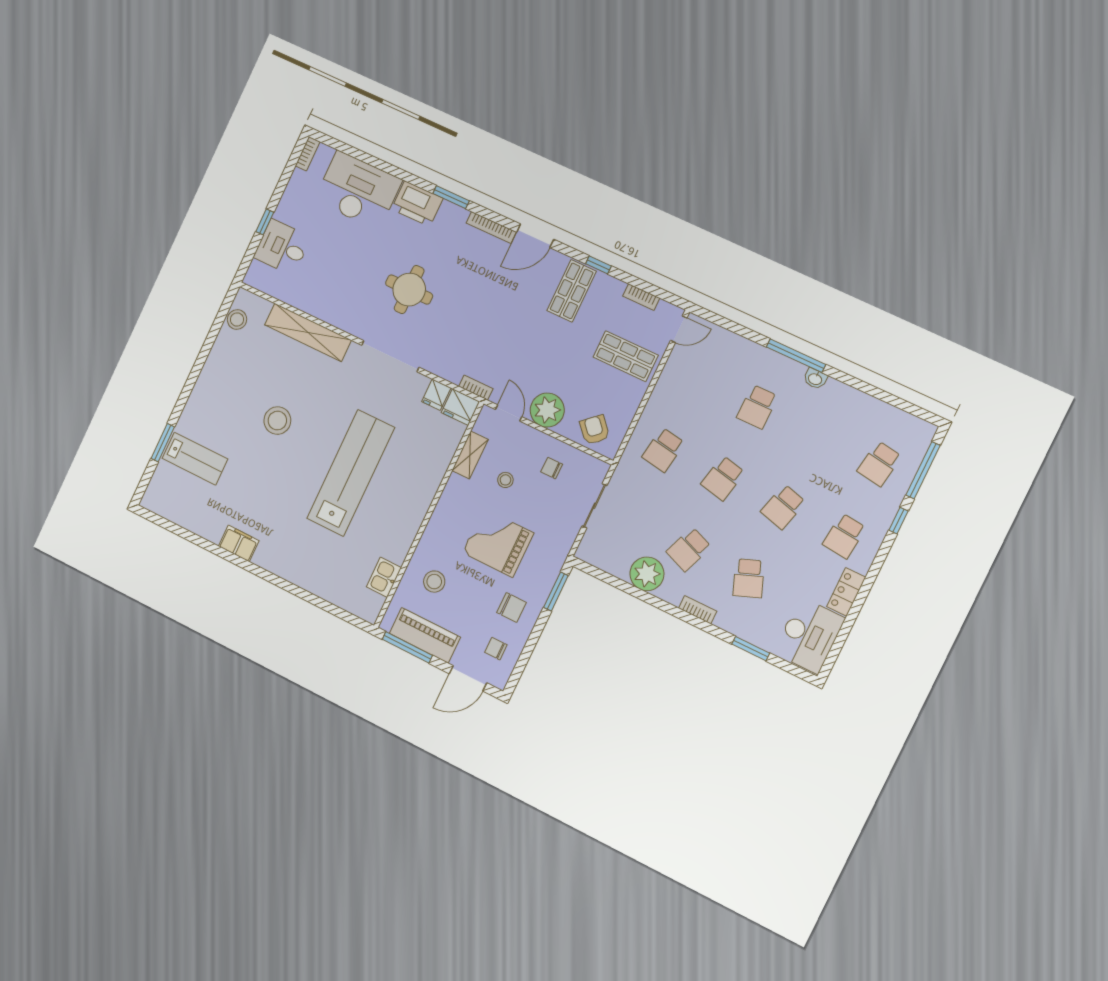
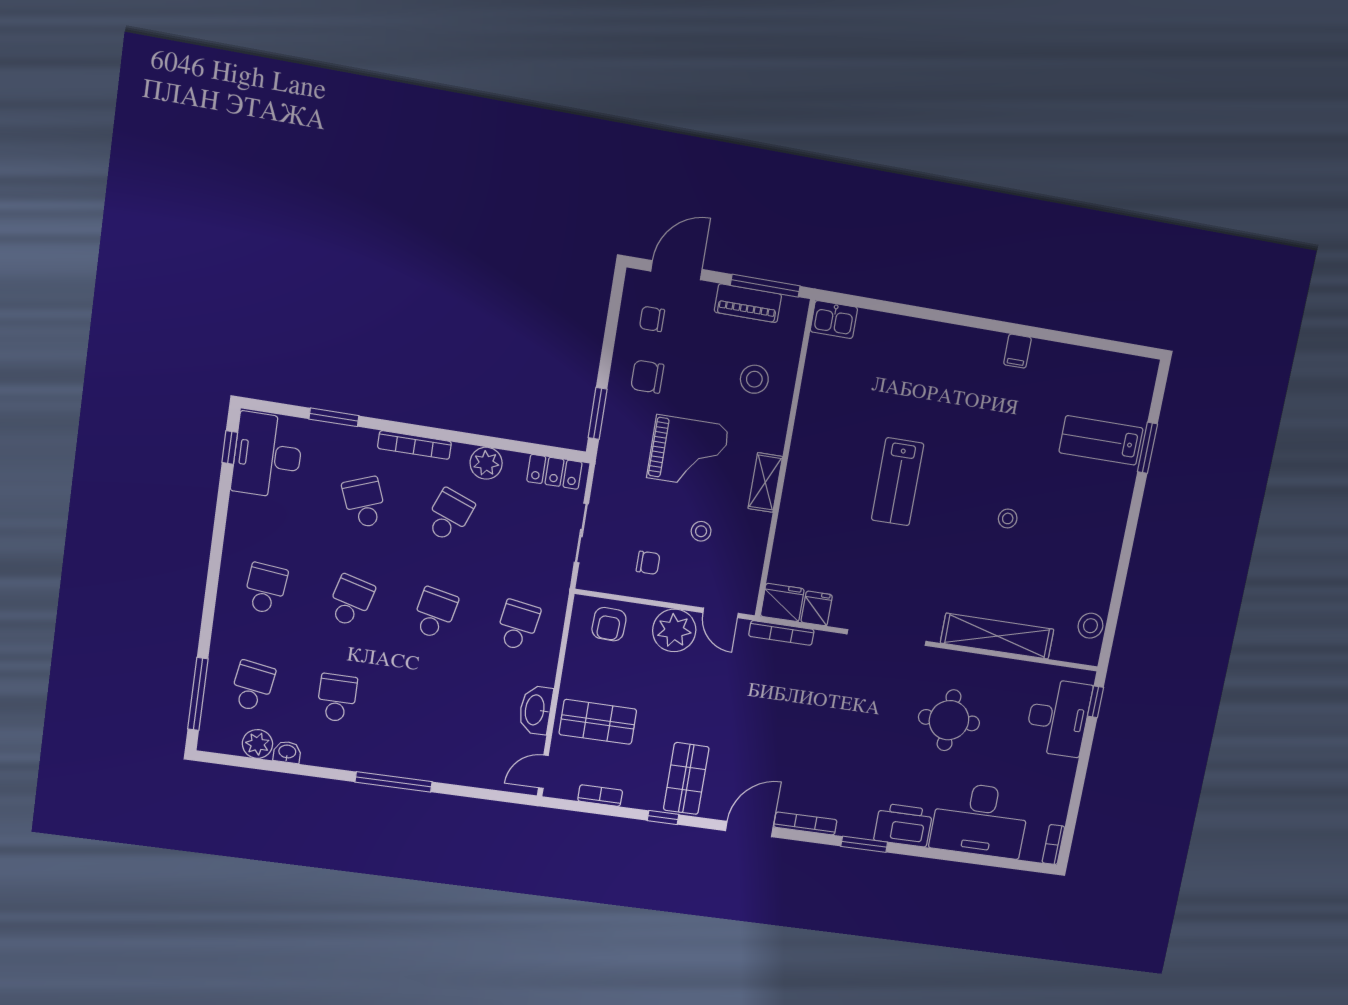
window: (265, 222) -> (1096, 702), moved
desk: (282, 247) -> (1058, 718), width x1.37
round table: (409, 290) -> (949, 720), moved
washbasin: (815, 379) -> (287, 752), moved
washbasin: (670, 380) -> (535, 710), added
bookcase: (476, 388) -> (781, 633), width x1.56
school desk: (757, 407) -> (337, 698), moved
plant: (891, 417) -> (257, 744), added
stool: (277, 421) -> (1008, 518), width x0.53, depth x0.53
armchair: (595, 430) -> (609, 624), turned 44
shelving: (470, 455) -> (765, 482), moved
lab bench: (351, 473) -> (898, 482), width x0.54, depth x0.72
window: (898, 521) -> (230, 447), moved
filing cabinet: (239, 543) -> (1017, 351), width x0.50
plant: (647, 574) -> (486, 463), width x0.73, depth x0.73
kitchen sink: (384, 577) -> (834, 320), moved, turned 90
locker: (846, 592) -> (554, 472), moved, turned 90
bookcase: (698, 610) -> (415, 445), width x1.56
piano: (425, 635) -> (748, 303), width x0.73, depth x0.75
chair: (496, 649) -> (652, 319), turned 180

